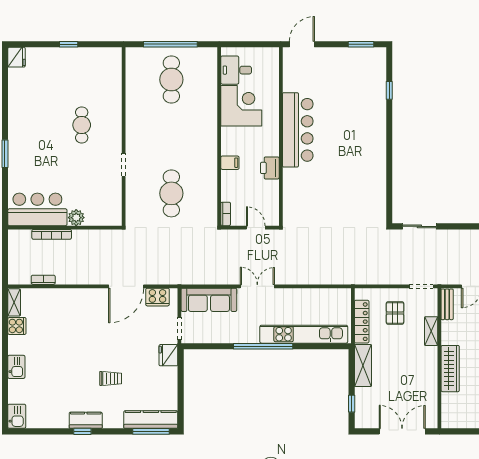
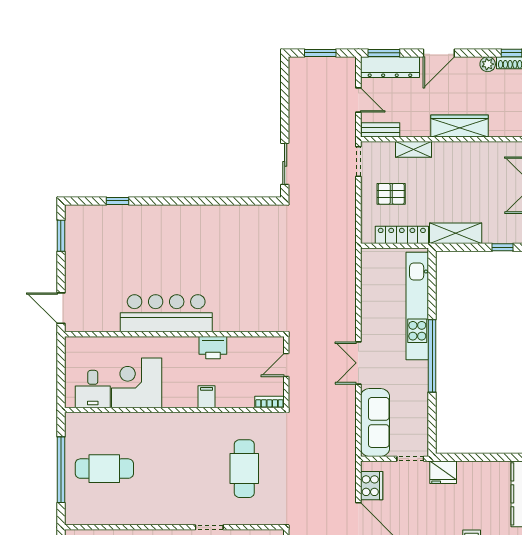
cafe table: (171, 193) -> (244, 469), turned 90

